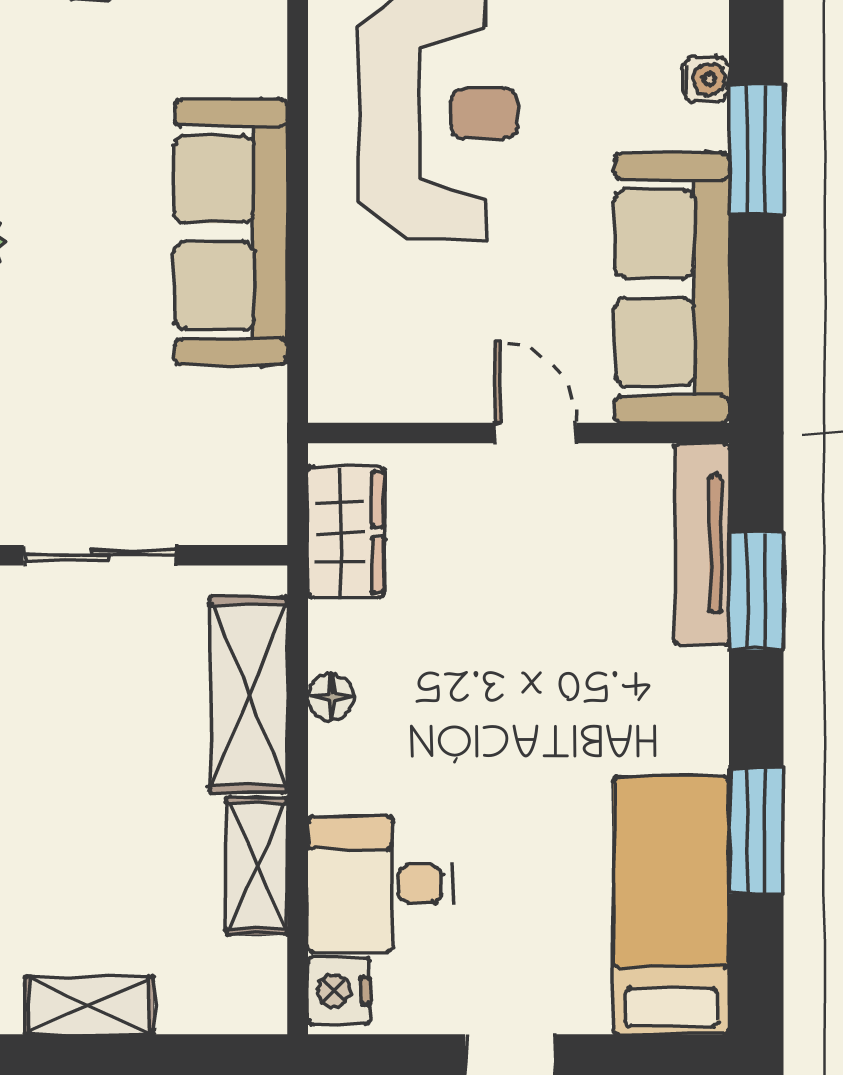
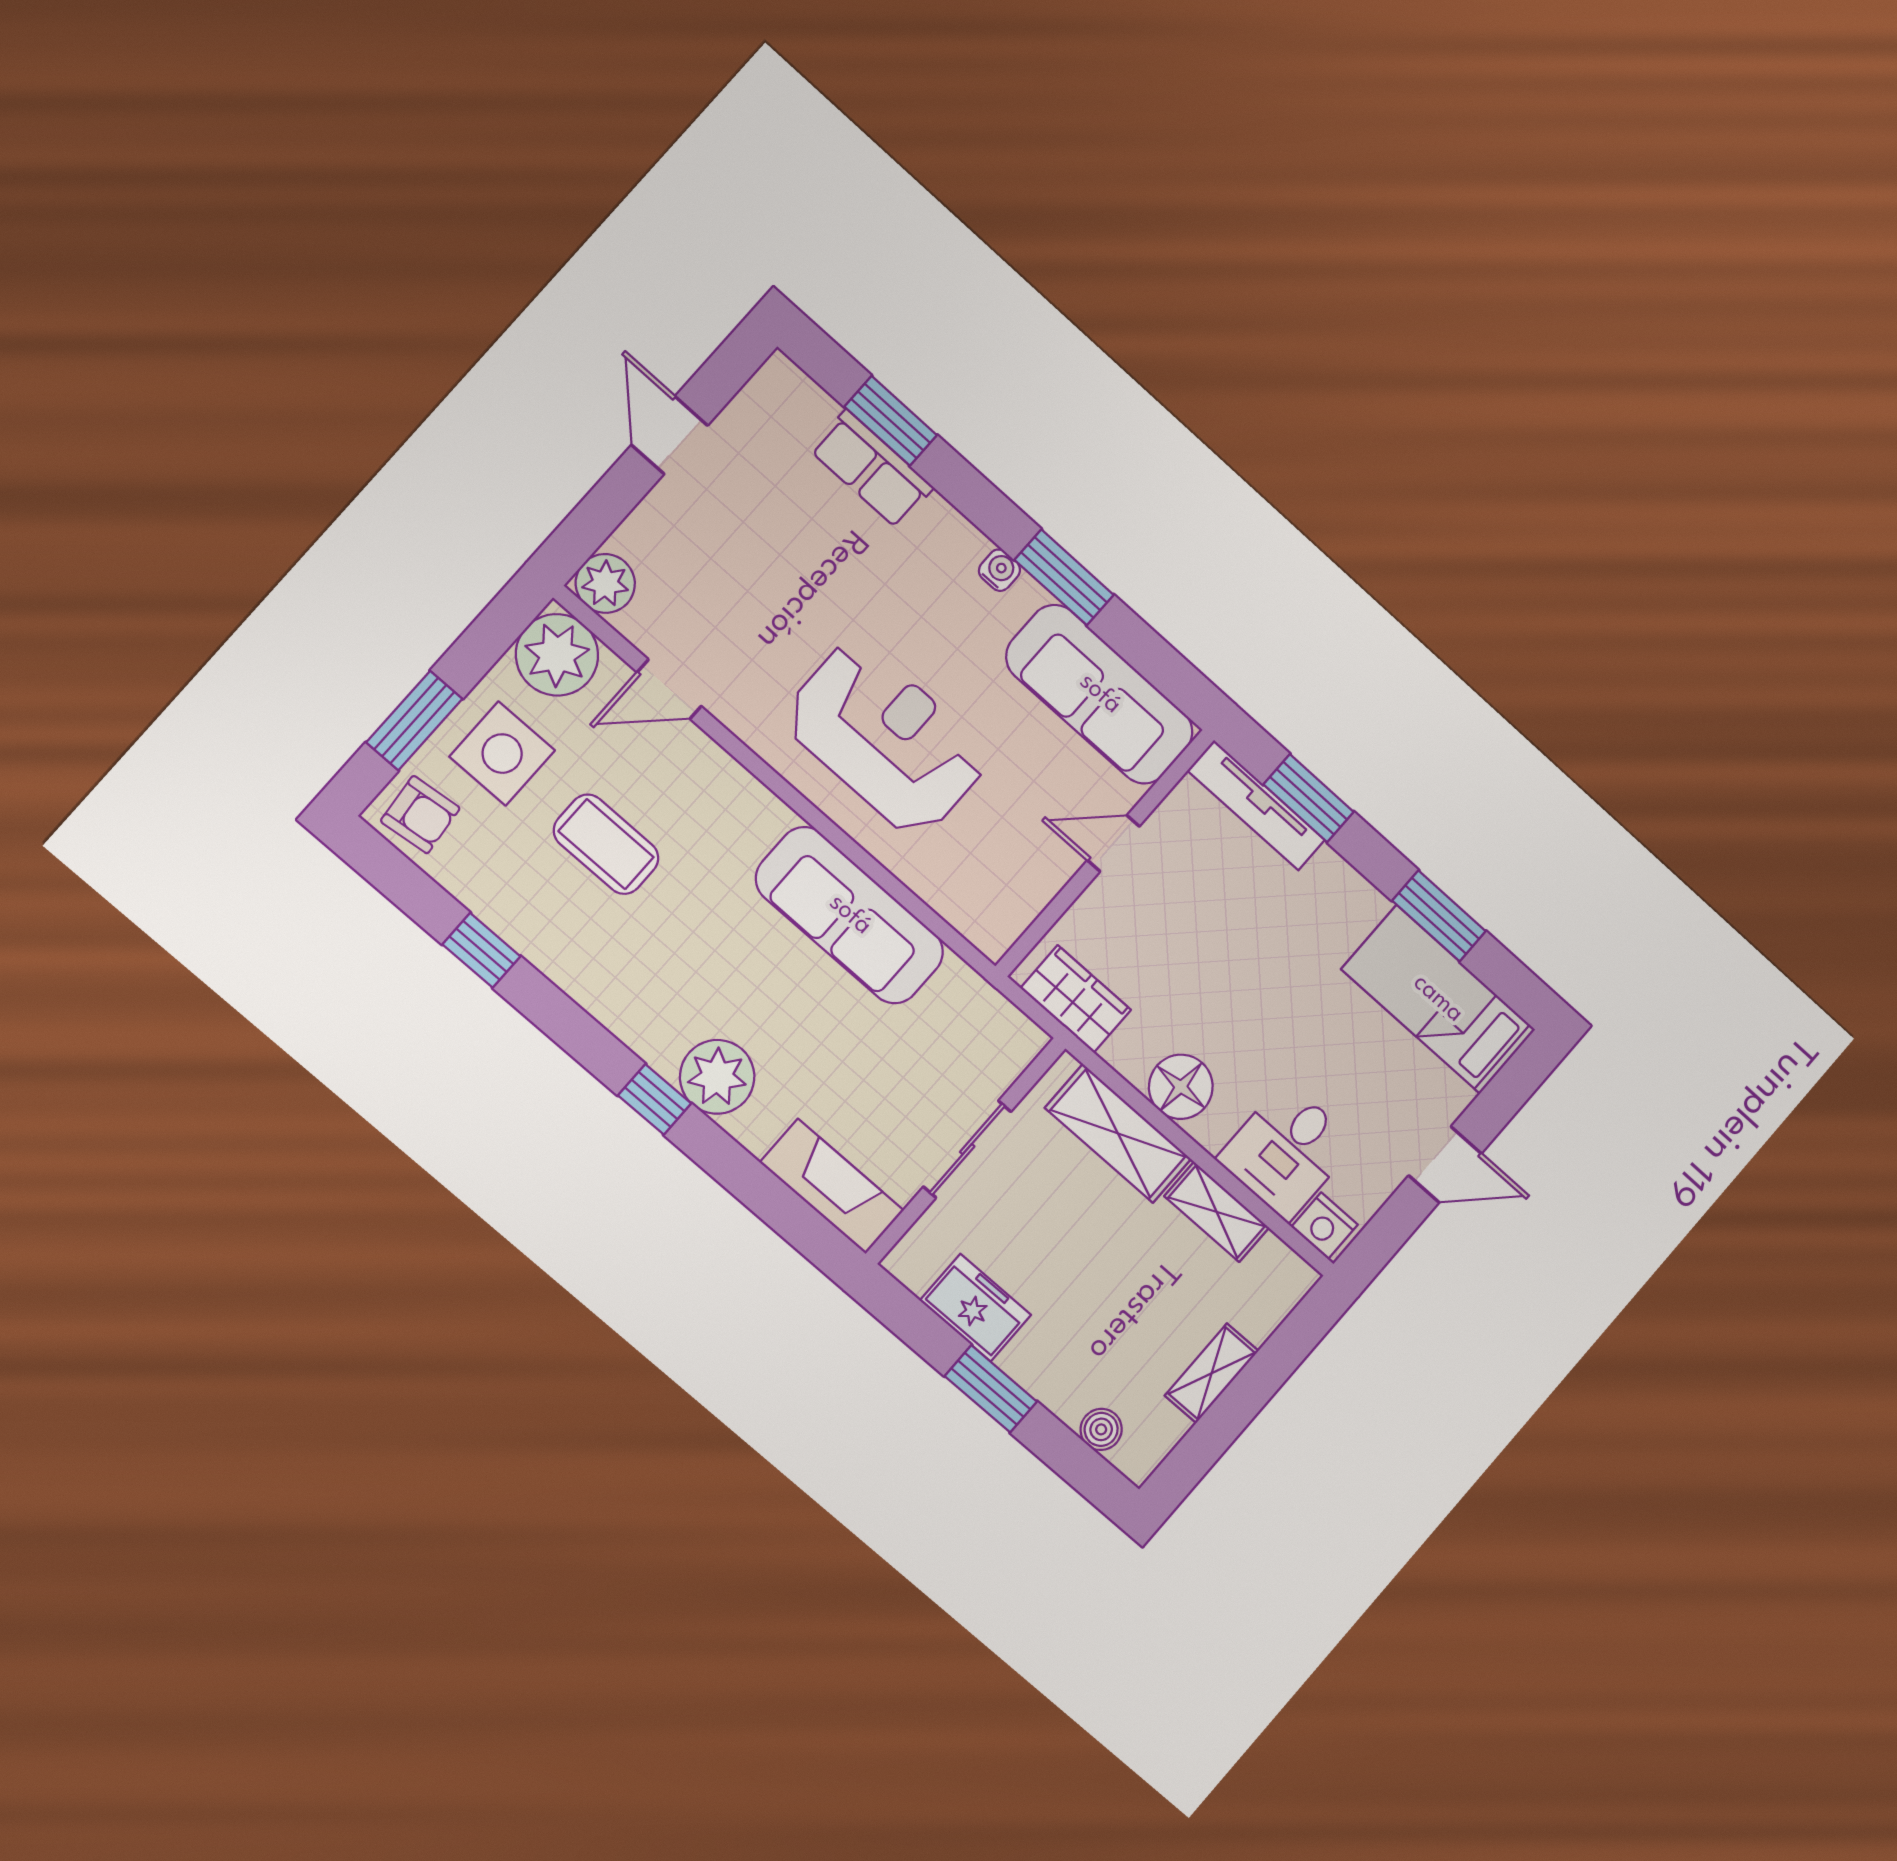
floor lamp: (331, 697) -> (1181, 1087), width x1.89, depth x1.89

